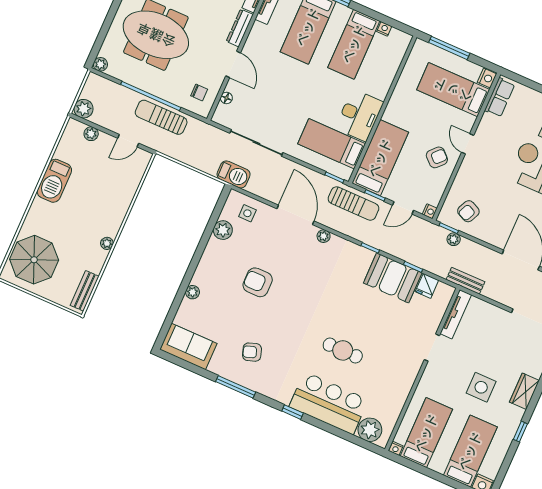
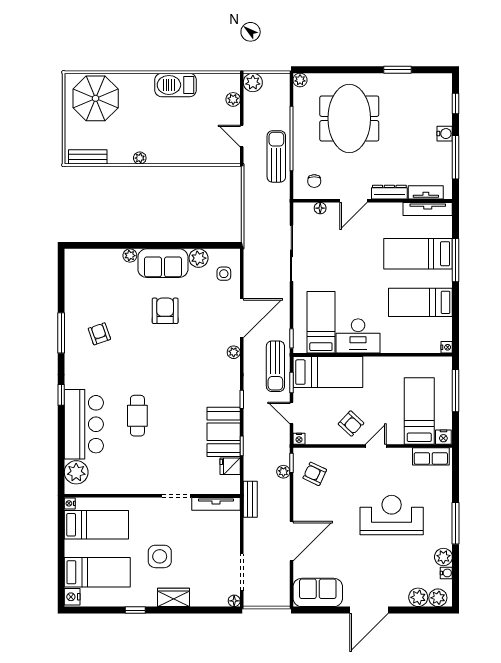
nightstand: (384, 29) -> (447, 347), moved
barbecue: (234, 174) -> (254, 245), removed
sofa: (188, 346) -> (163, 263), moved, turned 90

